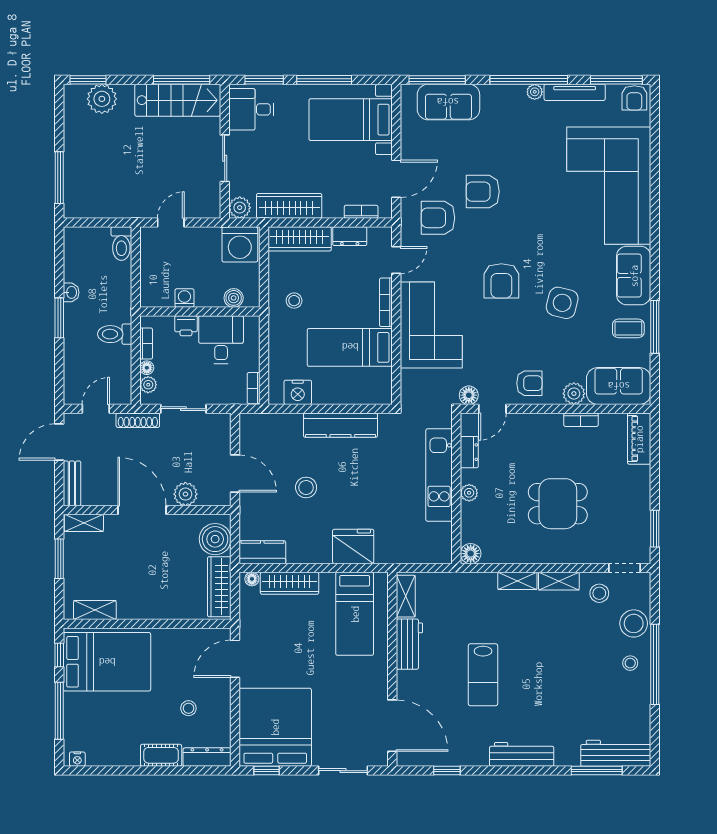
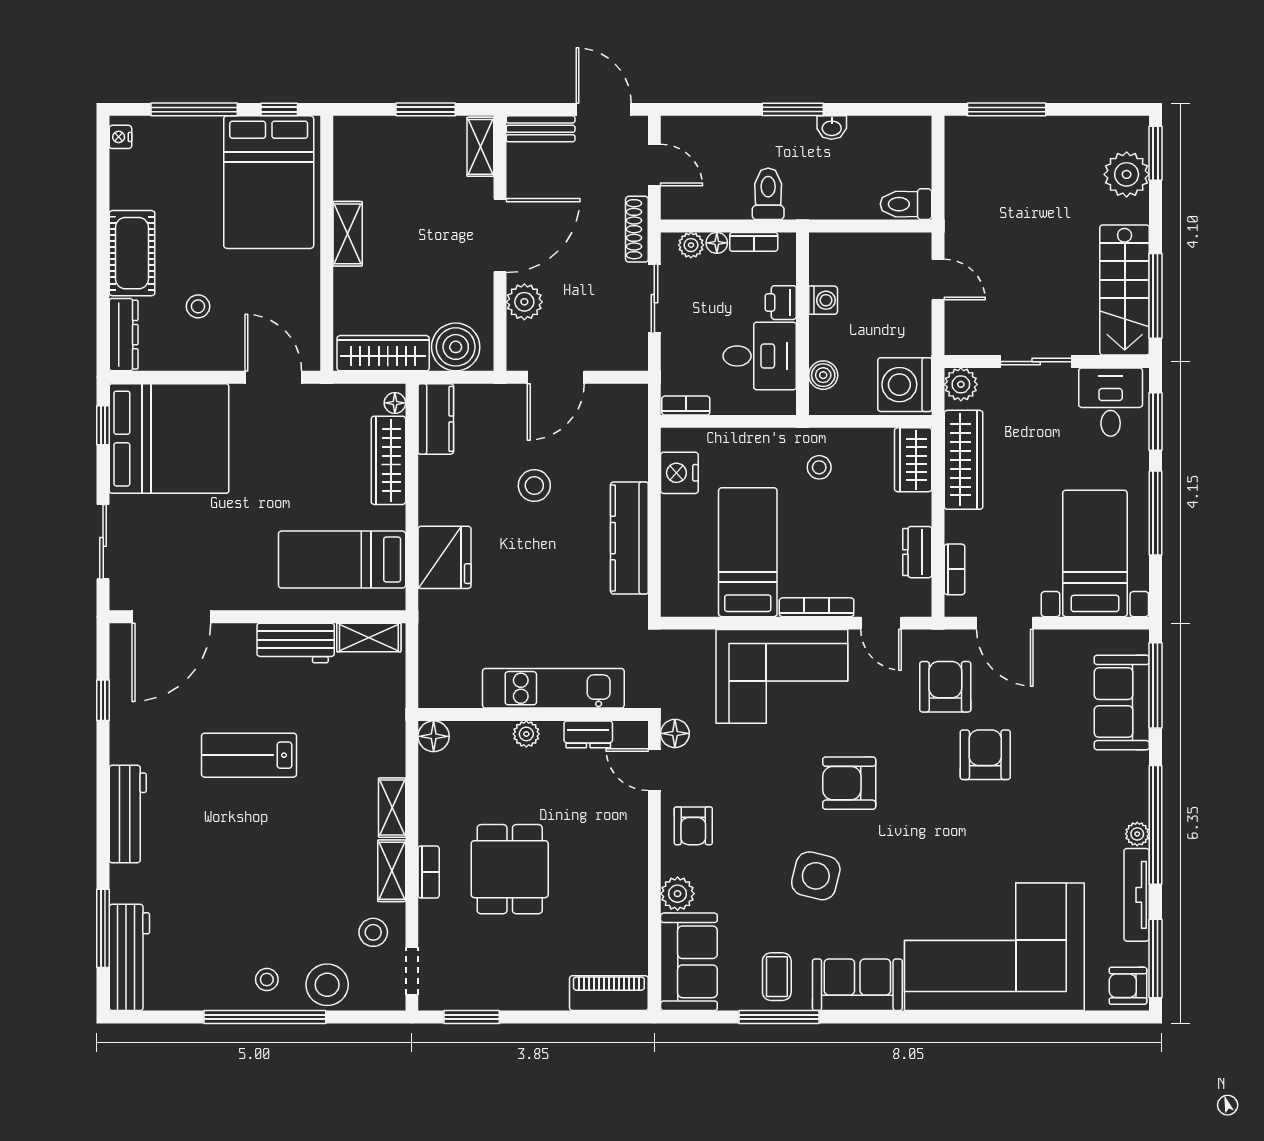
wardrobe: (300, 239) -> (913, 460), width x0.67
bookcase: (581, 420) -> (429, 872), moved, turned 180
shelving: (95, 610) -> (348, 234), moved
cot: (161, 755) -> (132, 253), width x1.37, depth x1.34

